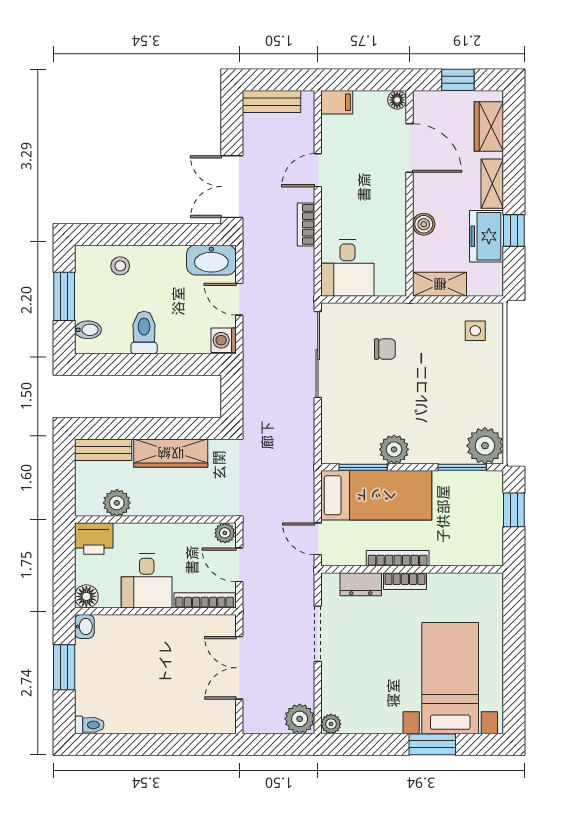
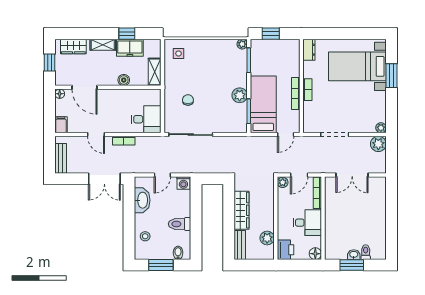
door: (410, 148) -> (84, 87), swing flipped
washbasin: (211, 260) -> (142, 200), moved
plant: (485, 446) -> (242, 44), width x0.53, depth x0.53
dresser: (361, 584) -> (309, 50), moved
washbasin: (84, 626) -> (354, 255), moved
toilet: (89, 725) -> (366, 252), moved

